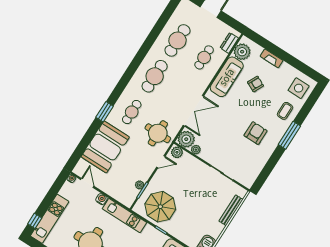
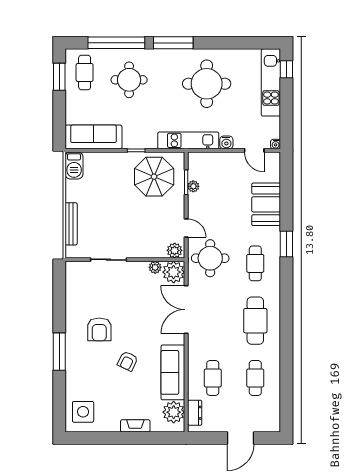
cafe table: (177, 40) -> (255, 378), width x0.73, depth x0.74
armchair: (256, 84) -> (128, 361), moved
coffee table: (285, 111) -> (82, 376), removed
booth: (105, 147) -> (266, 204), width x0.73, depth x0.70
door: (161, 162) -> (186, 228), swing flipped

